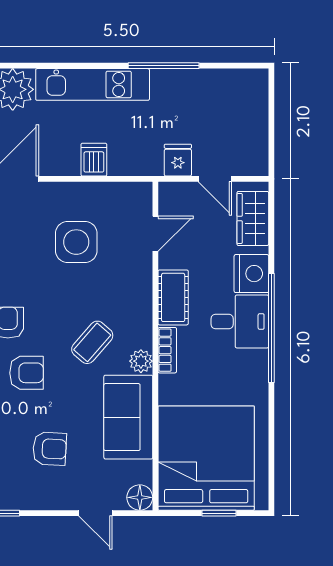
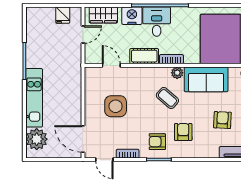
dishwasher: (94, 160) -> (73, 97), removed
fridge: (178, 160) -> (63, 15), moved, turned -90

